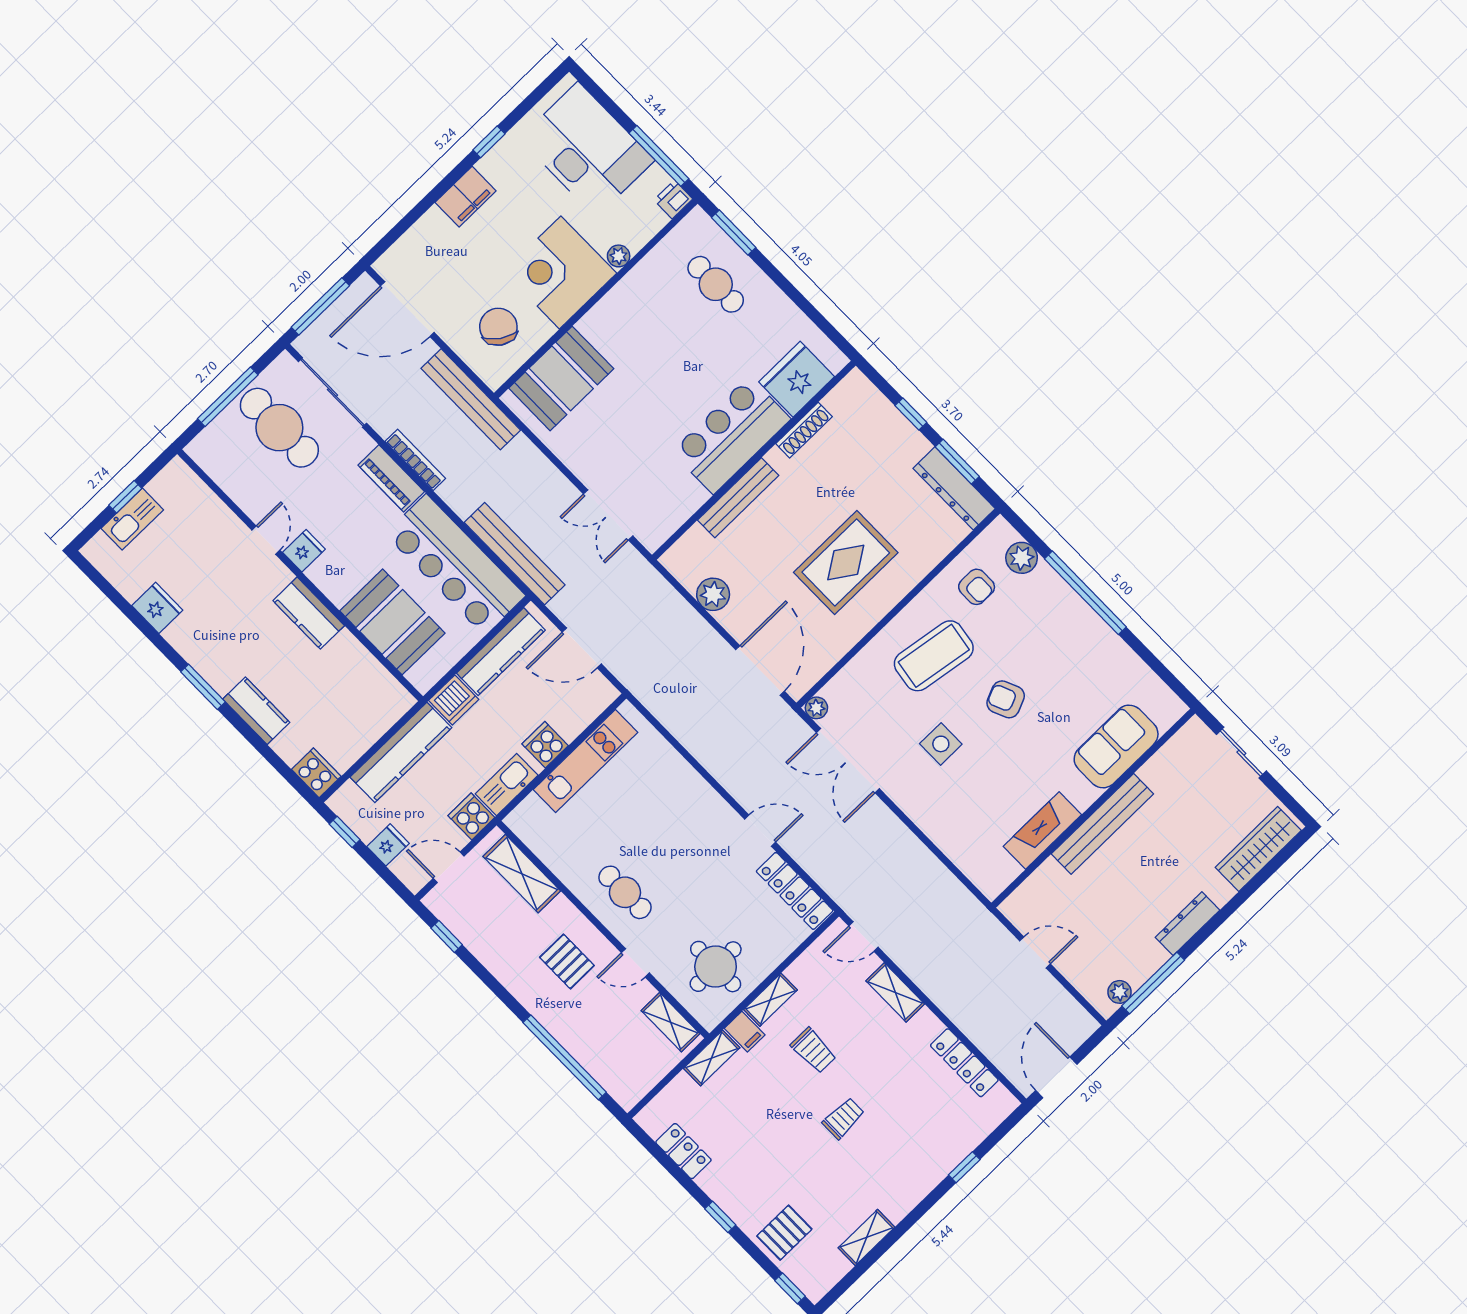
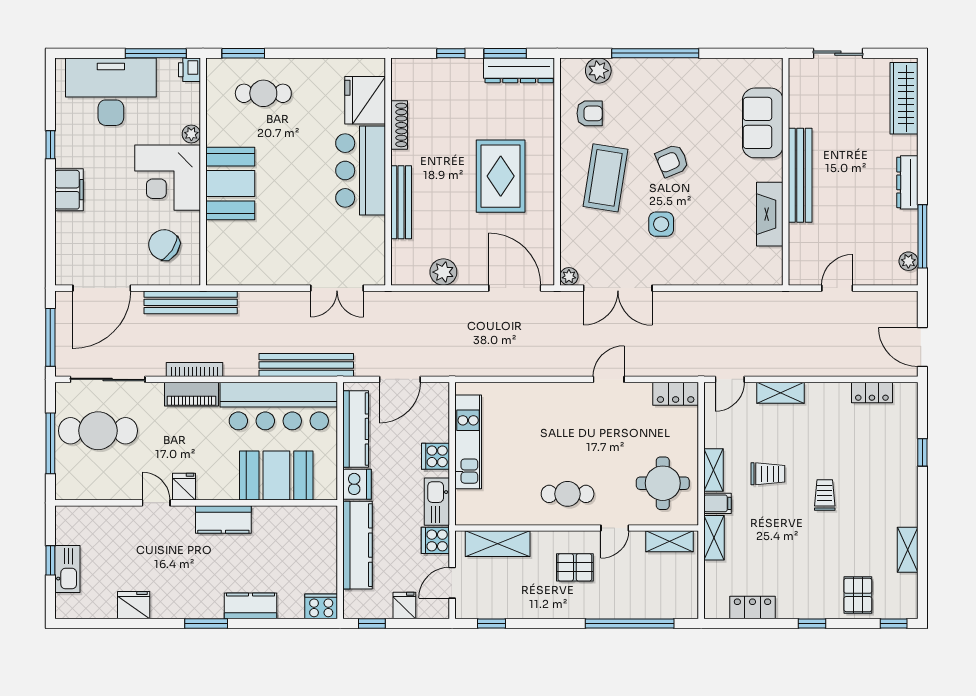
booth: (561, 378) -> (230, 183), moved
locker: (795, 891) -> (676, 394), width x0.66
locker: (964, 1063) -> (872, 393), width x0.66

